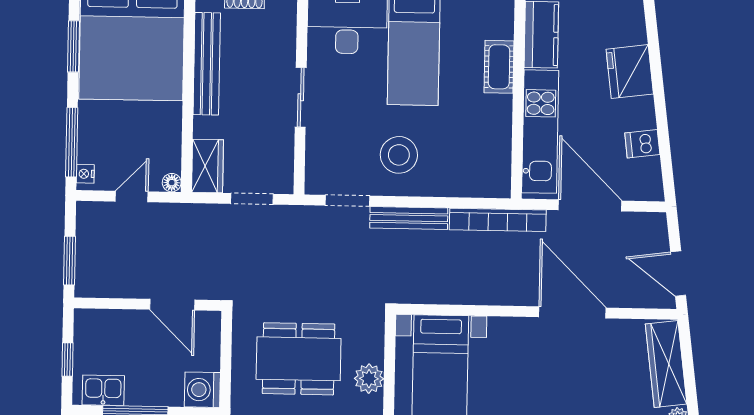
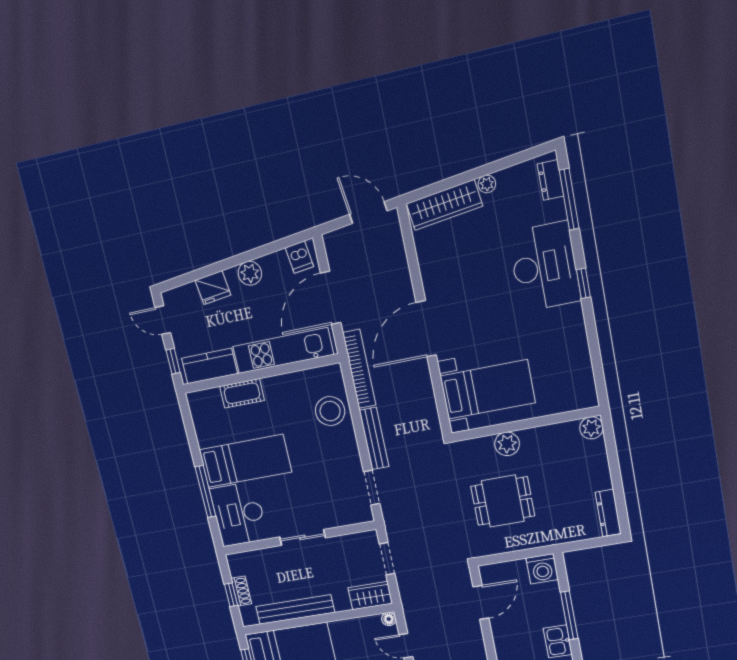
fridge: (630, 72) -> (213, 288), width x0.73, depth x0.75
plant: (641, 114) -> (250, 273), added
dishwasher: (642, 144) -> (299, 257), moved
stool: (399, 155) -> (330, 411), moved
door: (678, 274) -> (368, 213), swing flipped
door: (572, 312) -> (426, 329), moved
dining table: (299, 359) -> (503, 501), width x0.73

